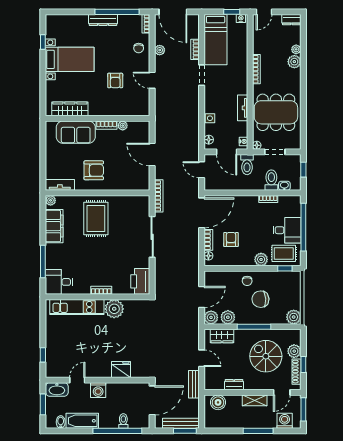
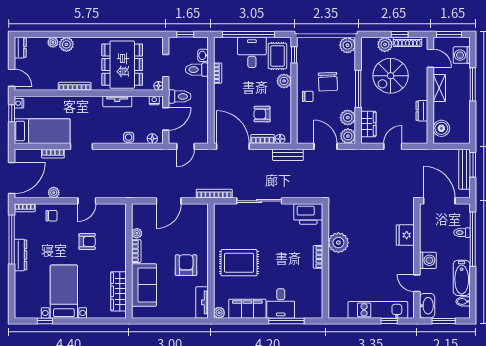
desk: (59, 282) -> (281, 303), moved
kitchen unit: (77, 307) -> (378, 310), moved, turned -90
bench: (194, 384) -> (288, 155), moved

